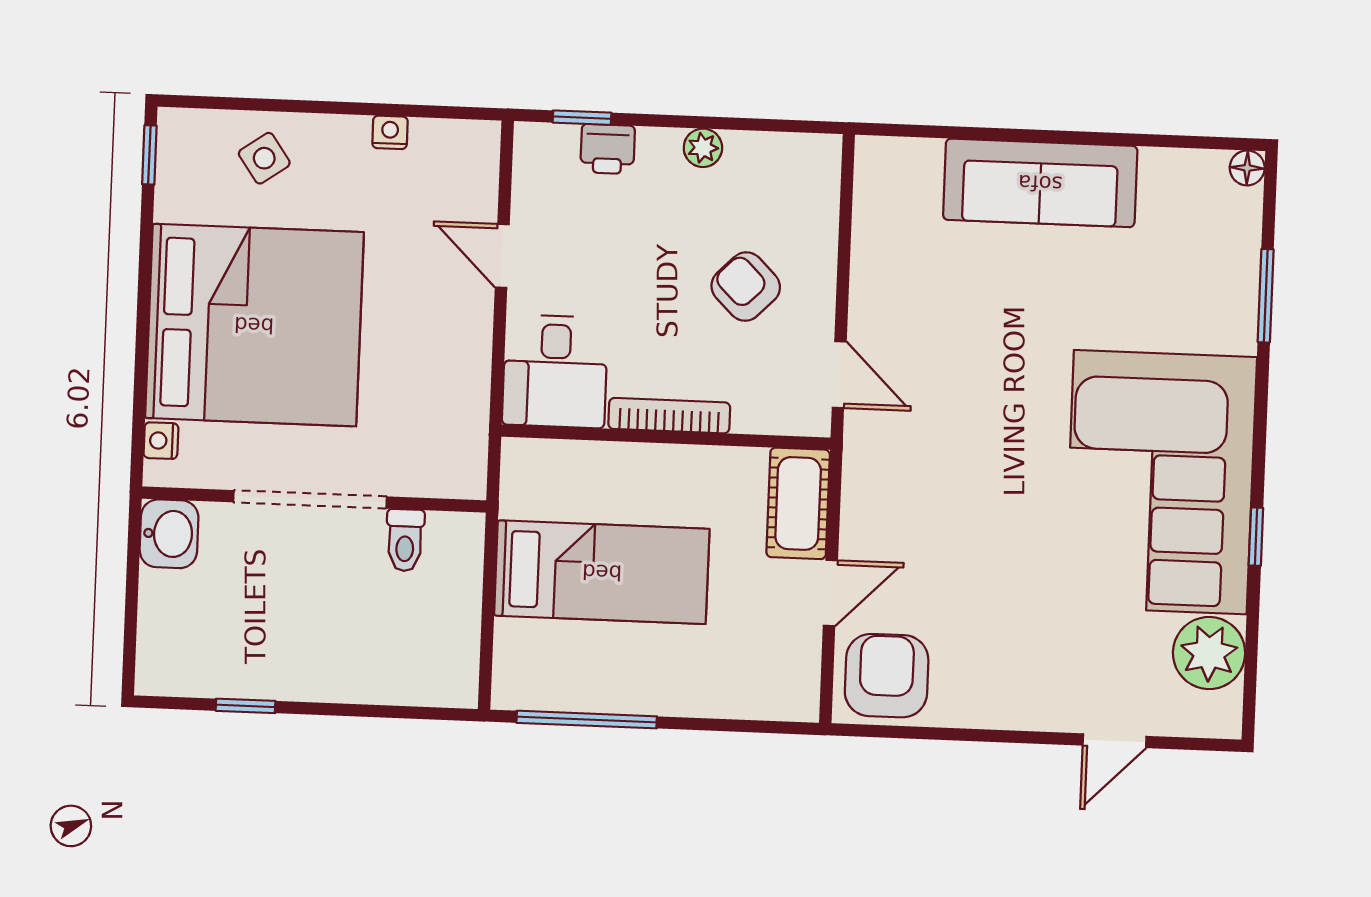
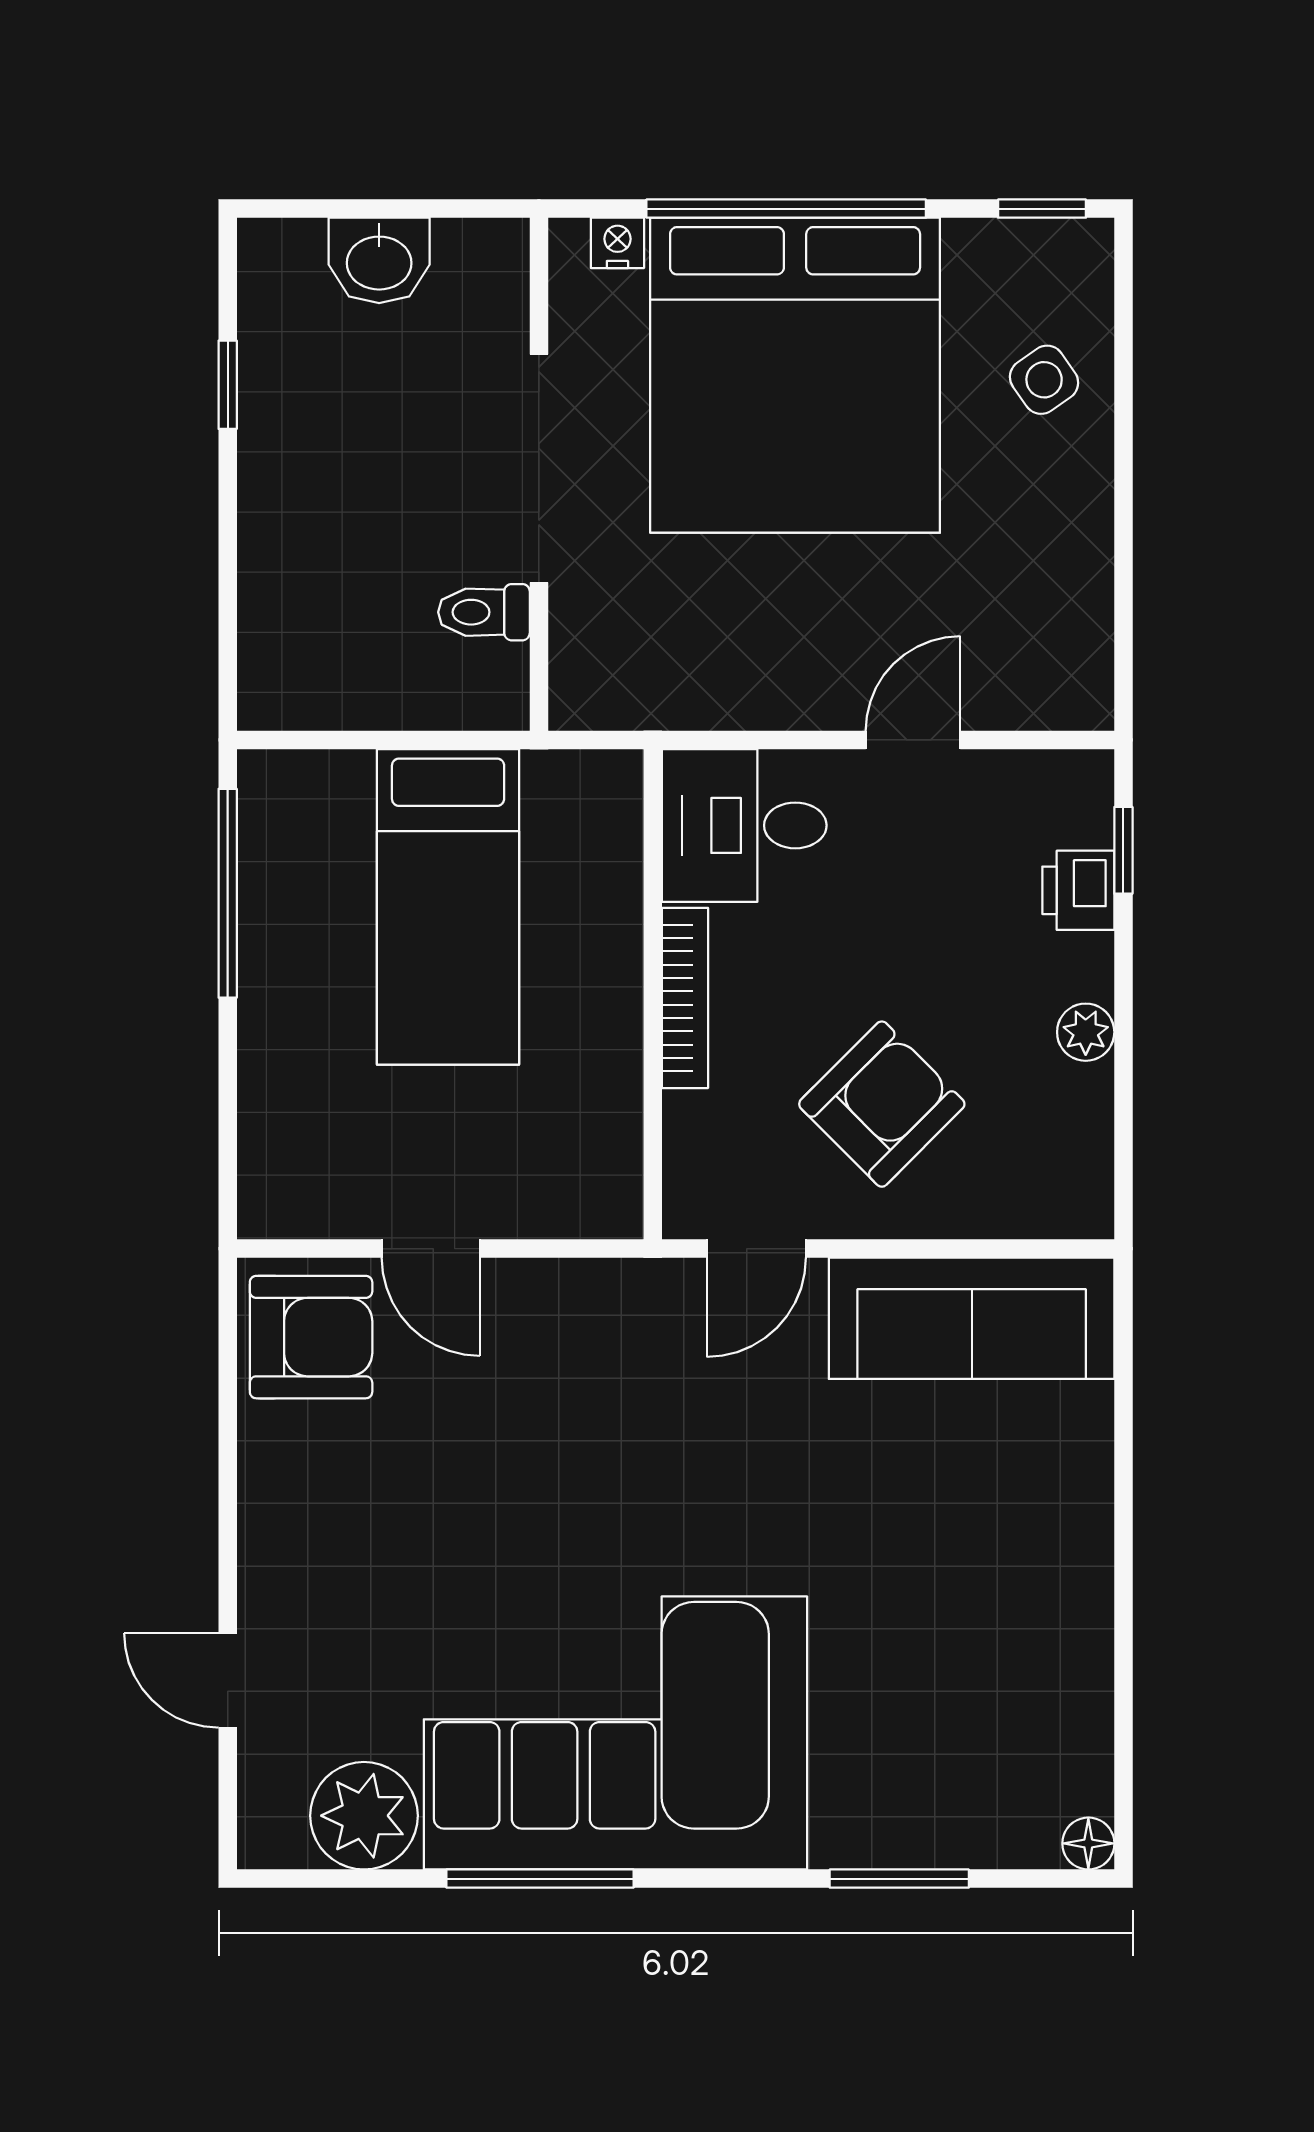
nightstand: (390, 132) -> (1090, 565), removed
sofa: (1040, 183) -> (972, 1318), moved, turned -90
armchair: (746, 287) -> (882, 1104), width x1.38, depth x1.38
window: (142, 327) -> (786, 209), added
cot: (798, 503) -> (562, 1195), removed
washbasin: (169, 534) -> (379, 260), moved
window: (1256, 537) -> (540, 1879), width x2.17

